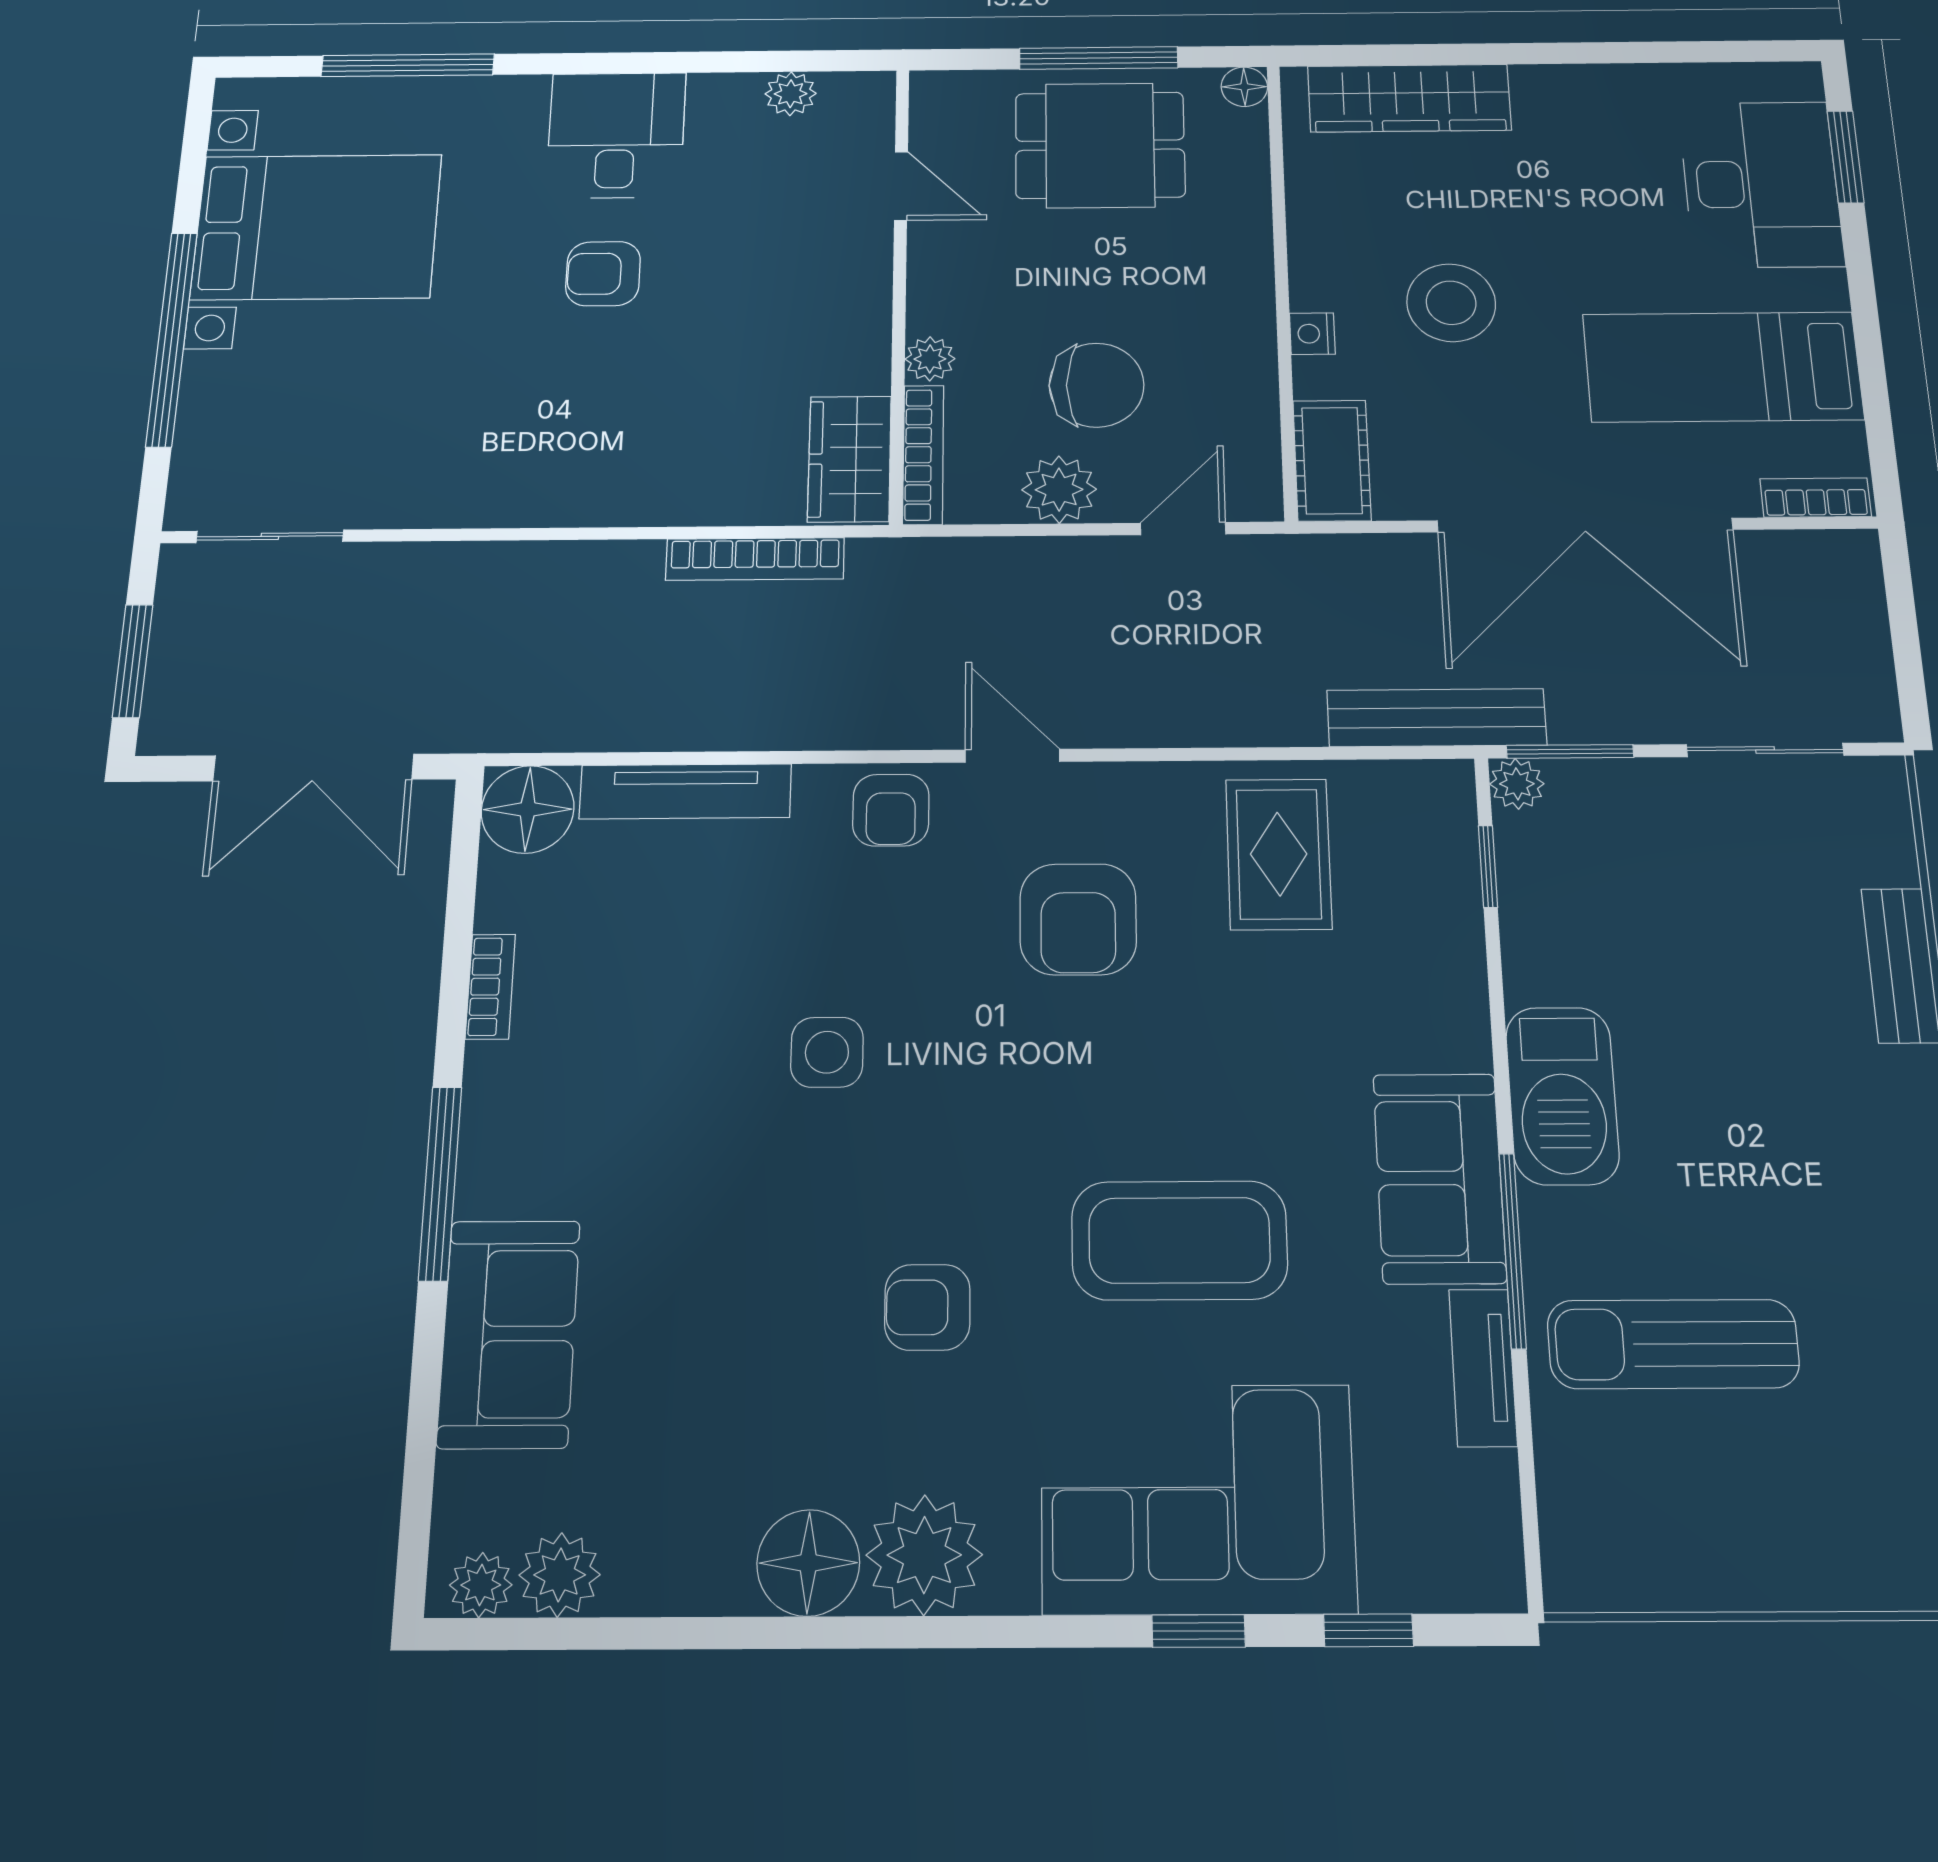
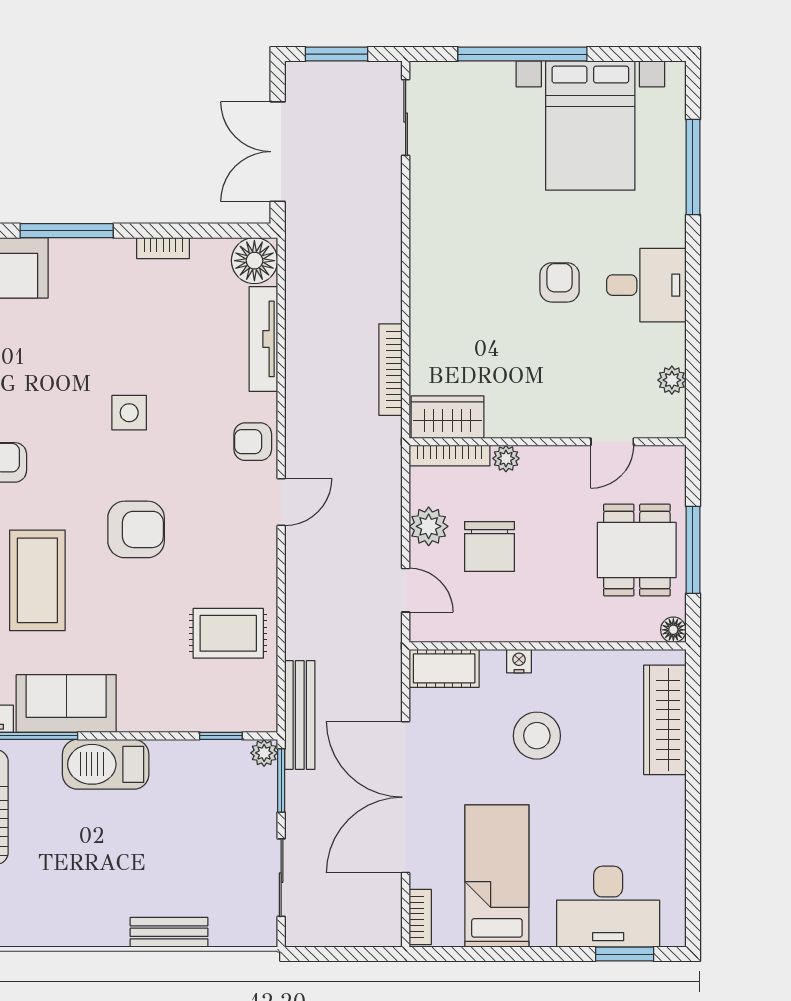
armchair: (1078, 919) -> (136, 529), moved, turned 180

